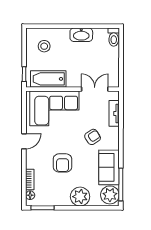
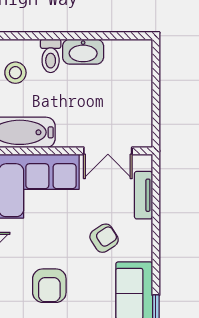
toilet: (114, 37) -> (51, 56), moved
double door: (95, 89) -> (108, 151), swing flipped

